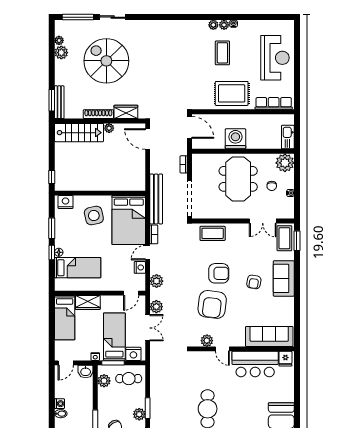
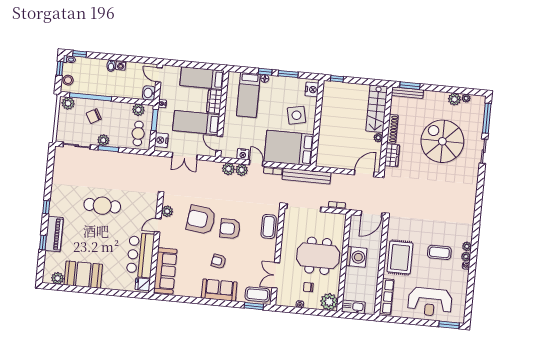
window: (297, 36) -> (449, 325), added
spiral stairs: (106, 61) -> (442, 141), turned -90
armchair: (219, 273) -> (230, 229), turned 90
plant: (156, 307) -> (242, 170), moved
bed: (114, 337) -> (196, 123), moved, turned 180

